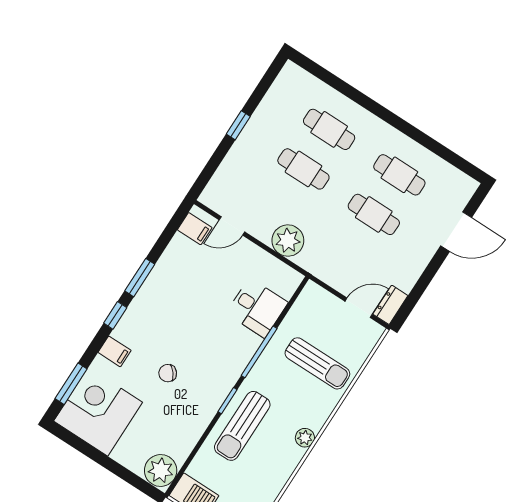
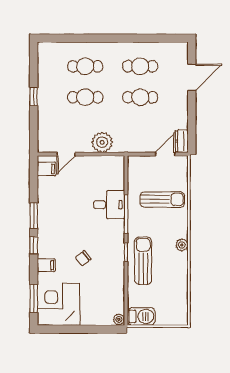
desk: (257, 308) -> (109, 205), moved
sun lounger: (242, 426) -> (143, 261), turned 180
plant: (161, 470) -> (119, 319), width x0.53, depth x0.53

